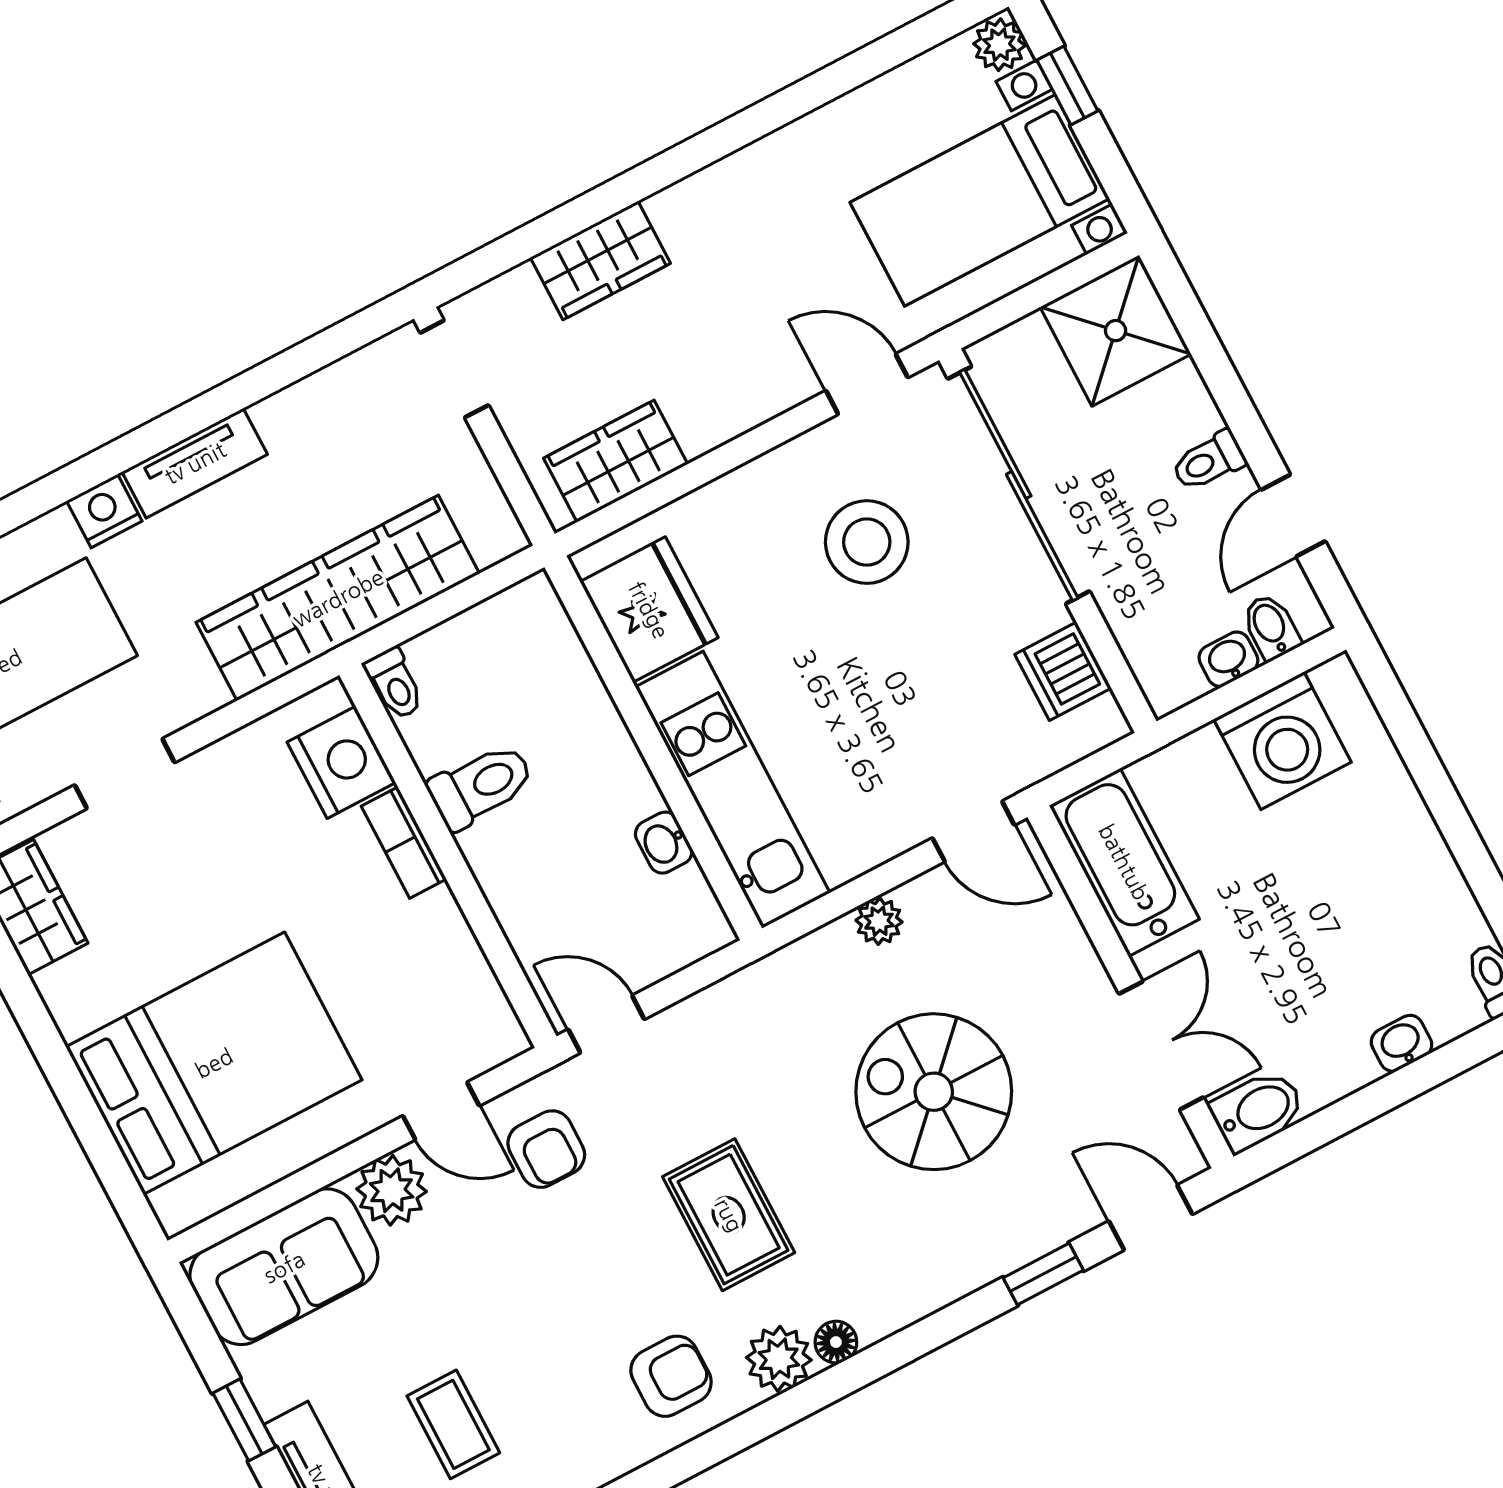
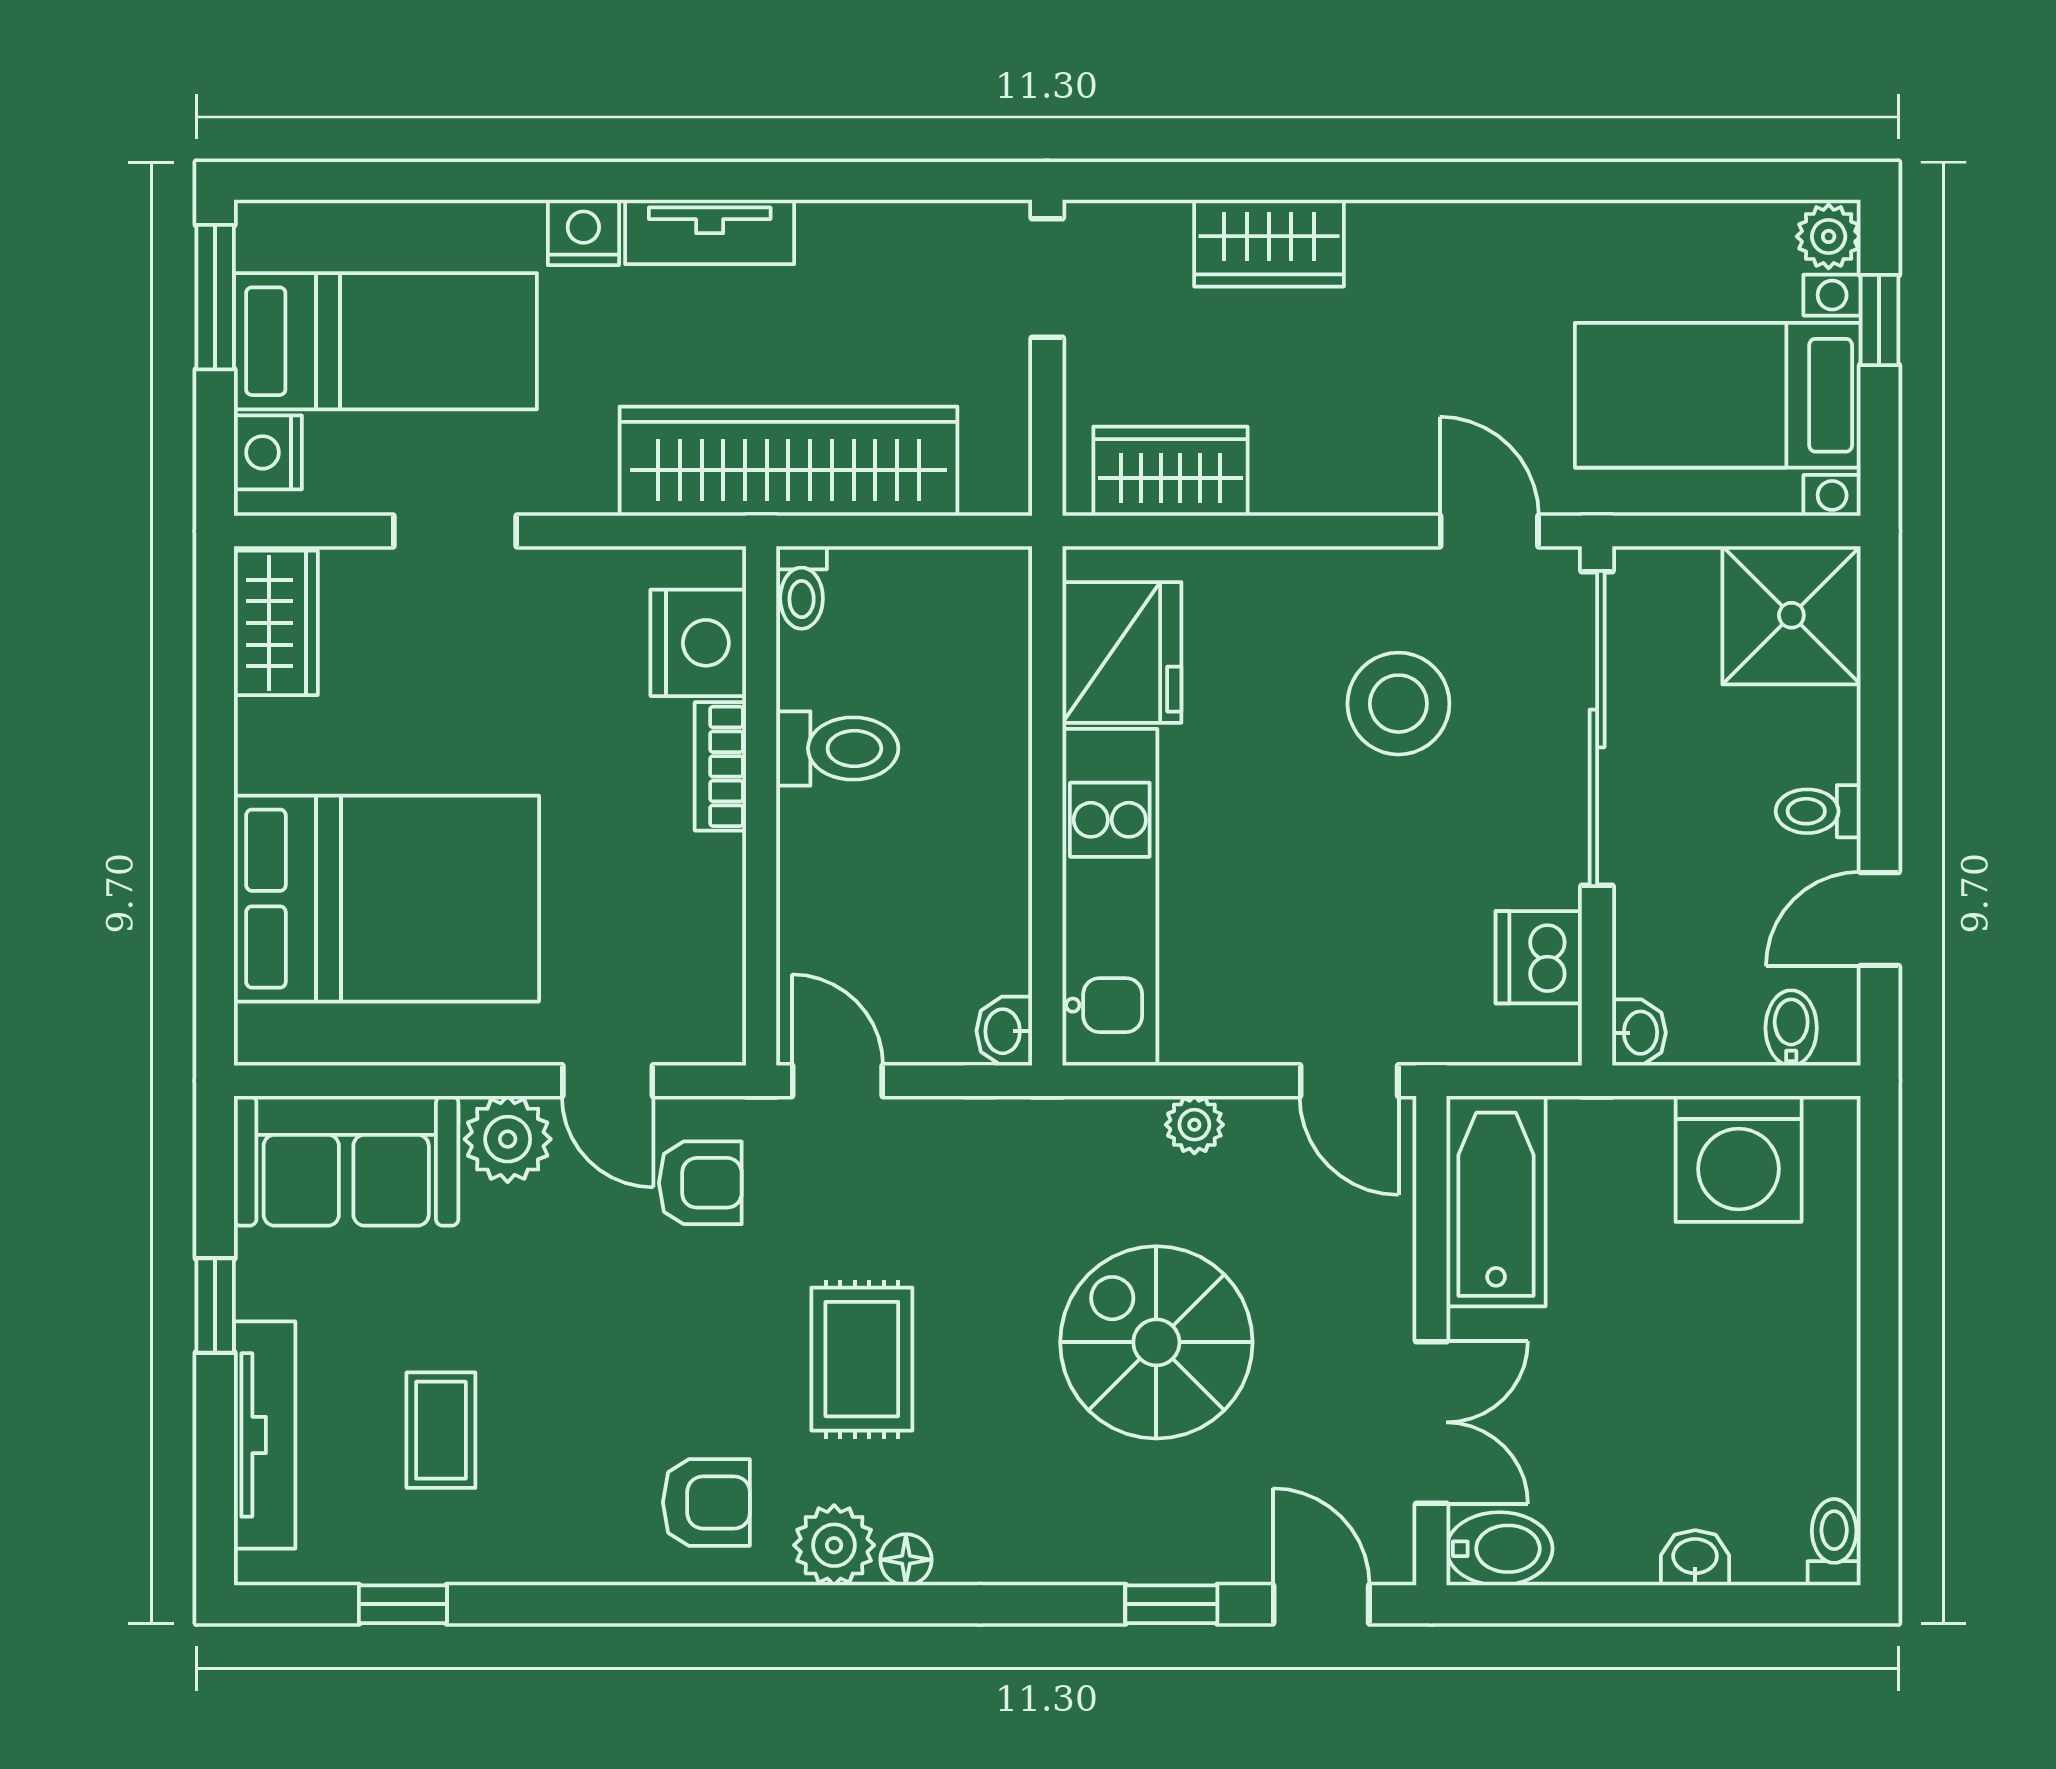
washbasin: (1228, 659) -> (1639, 1033), moved, turned 90
washbasin: (664, 843) -> (1004, 1031), moved
armchair: (546, 1149) -> (700, 1183), turned -90

